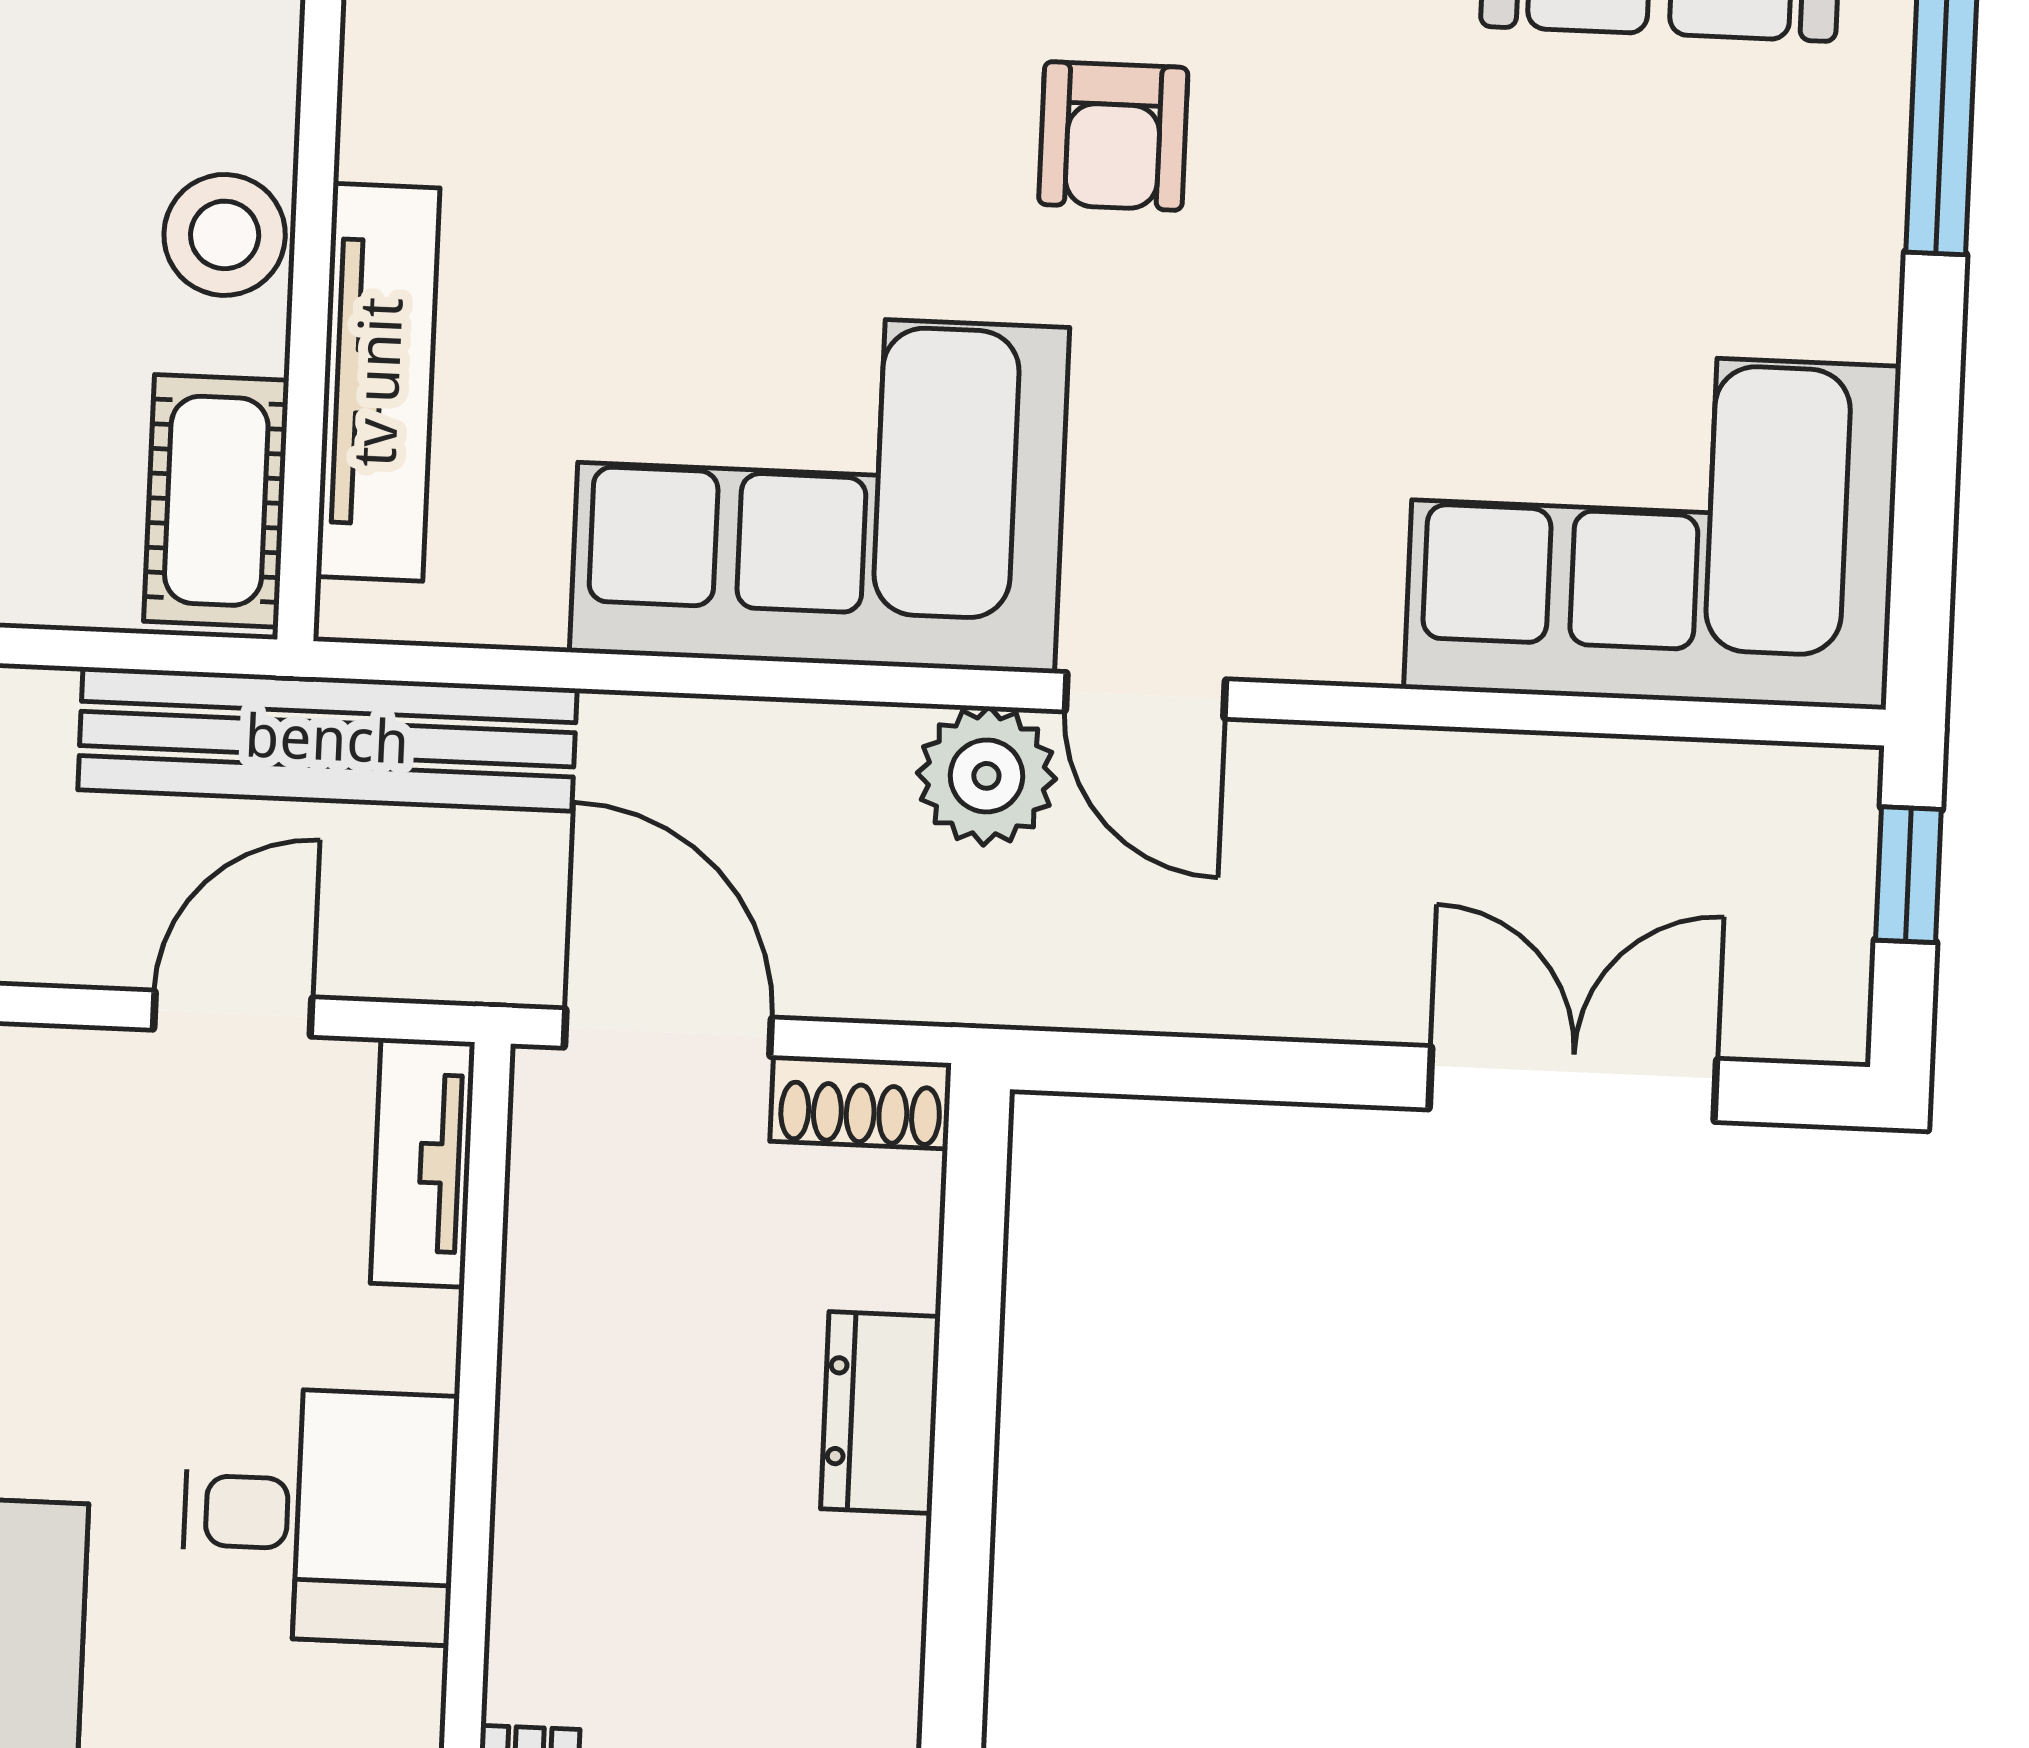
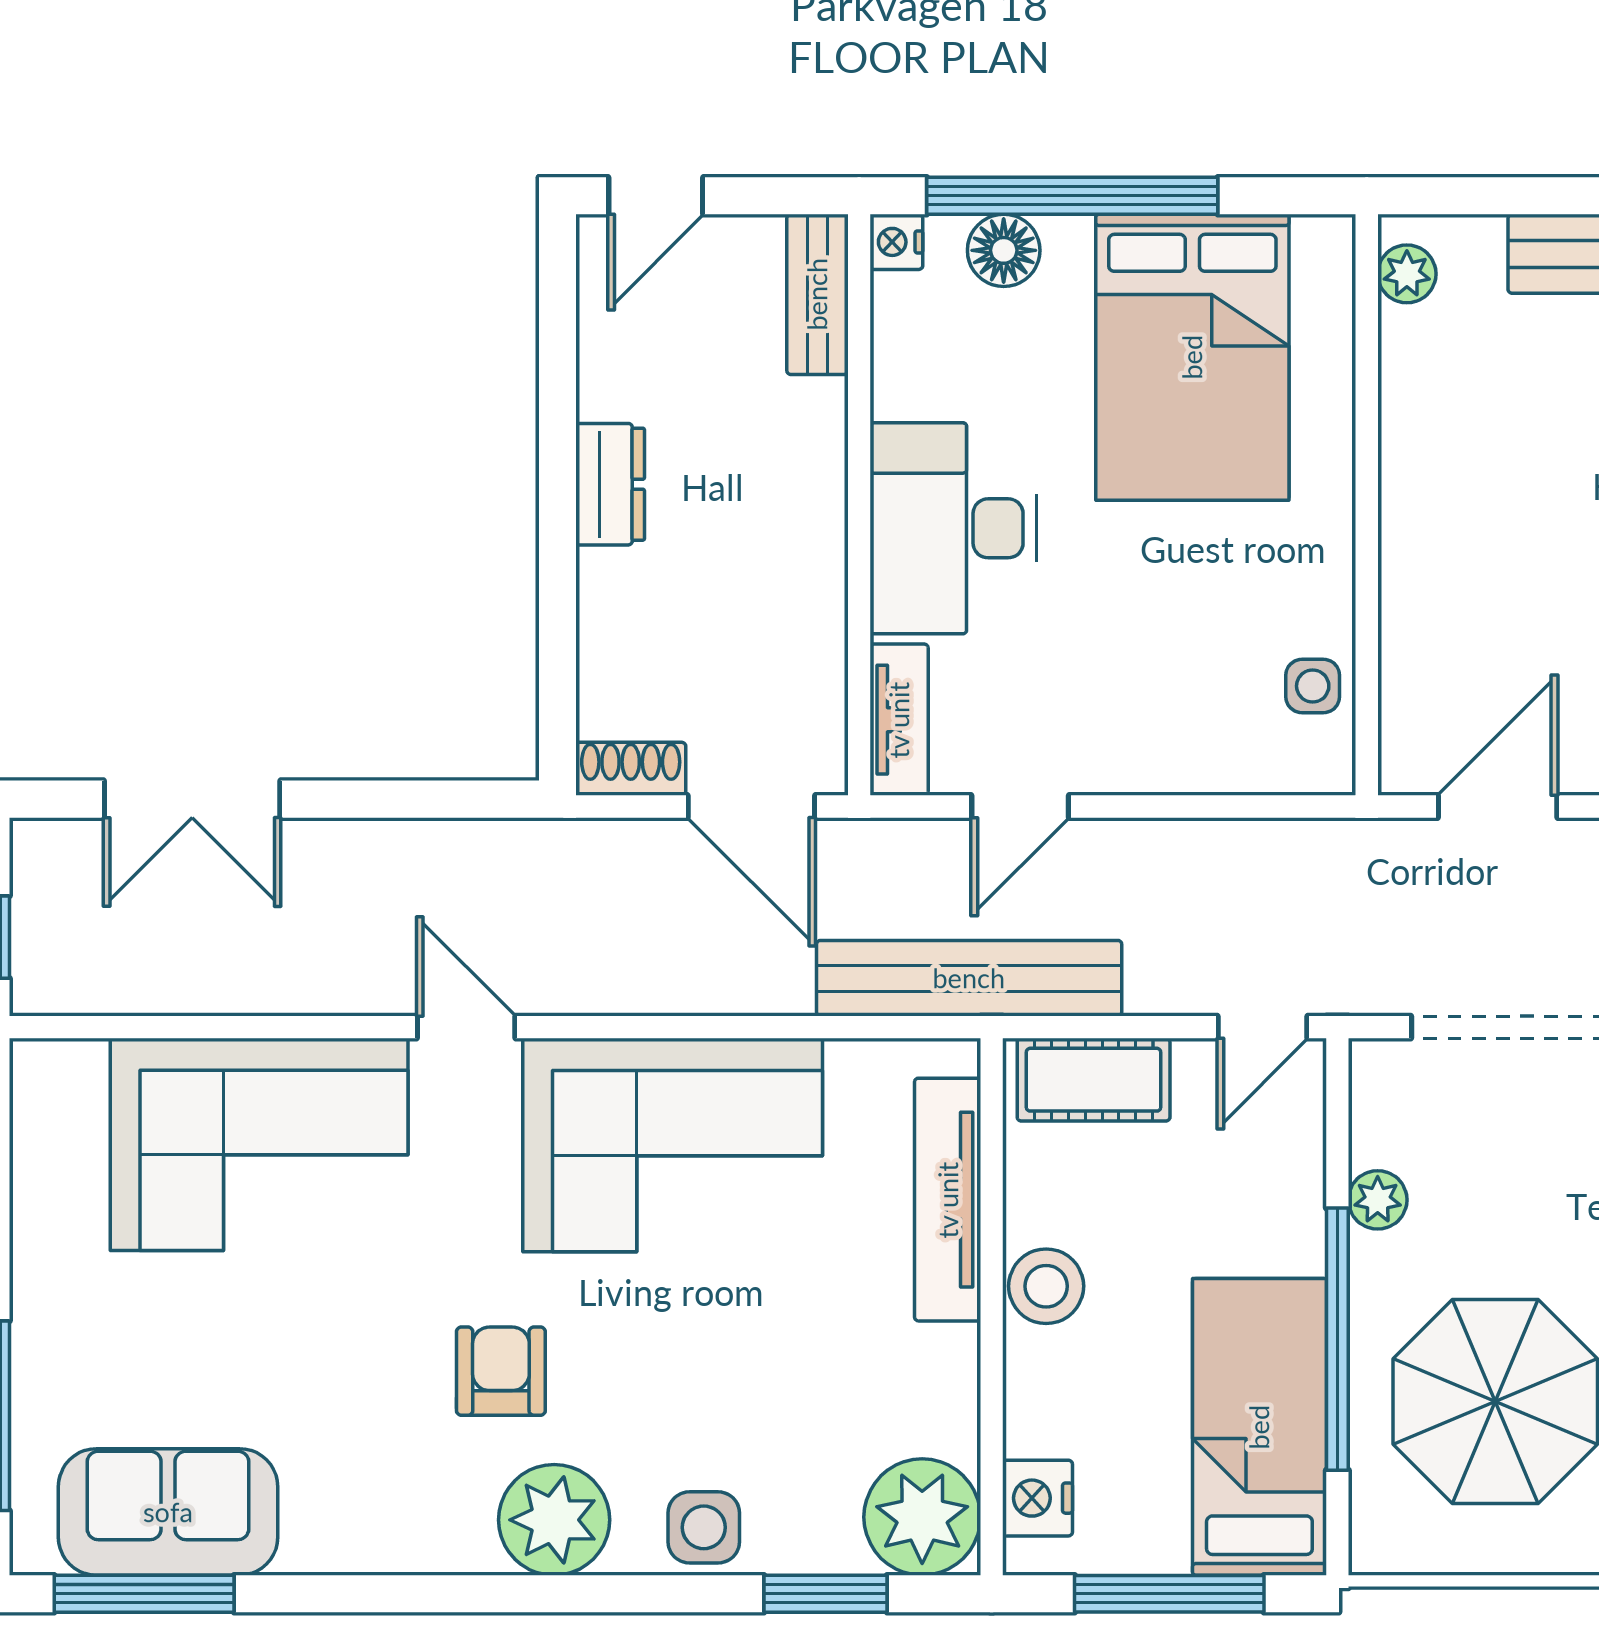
cot: (216, 501) -> (1094, 1080), moved, turned 90
corner sofa: (1652, 527) -> (259, 1144), moved
plant: (986, 776) -> (562, 973), removed
dresser: (880, 1413) -> (610, 484), moved
desk: (319, 1515) -> (953, 528), width x1.37

